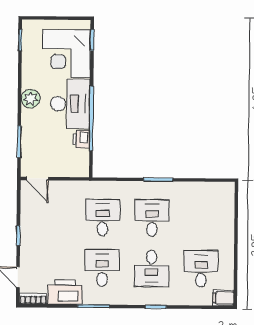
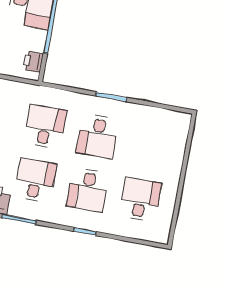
printer: (81, 139) -> (33, 62), moved
desk: (152, 218) -> (98, 136), turned 180
filing cabinet: (223, 298) -> (158, 235), removed

